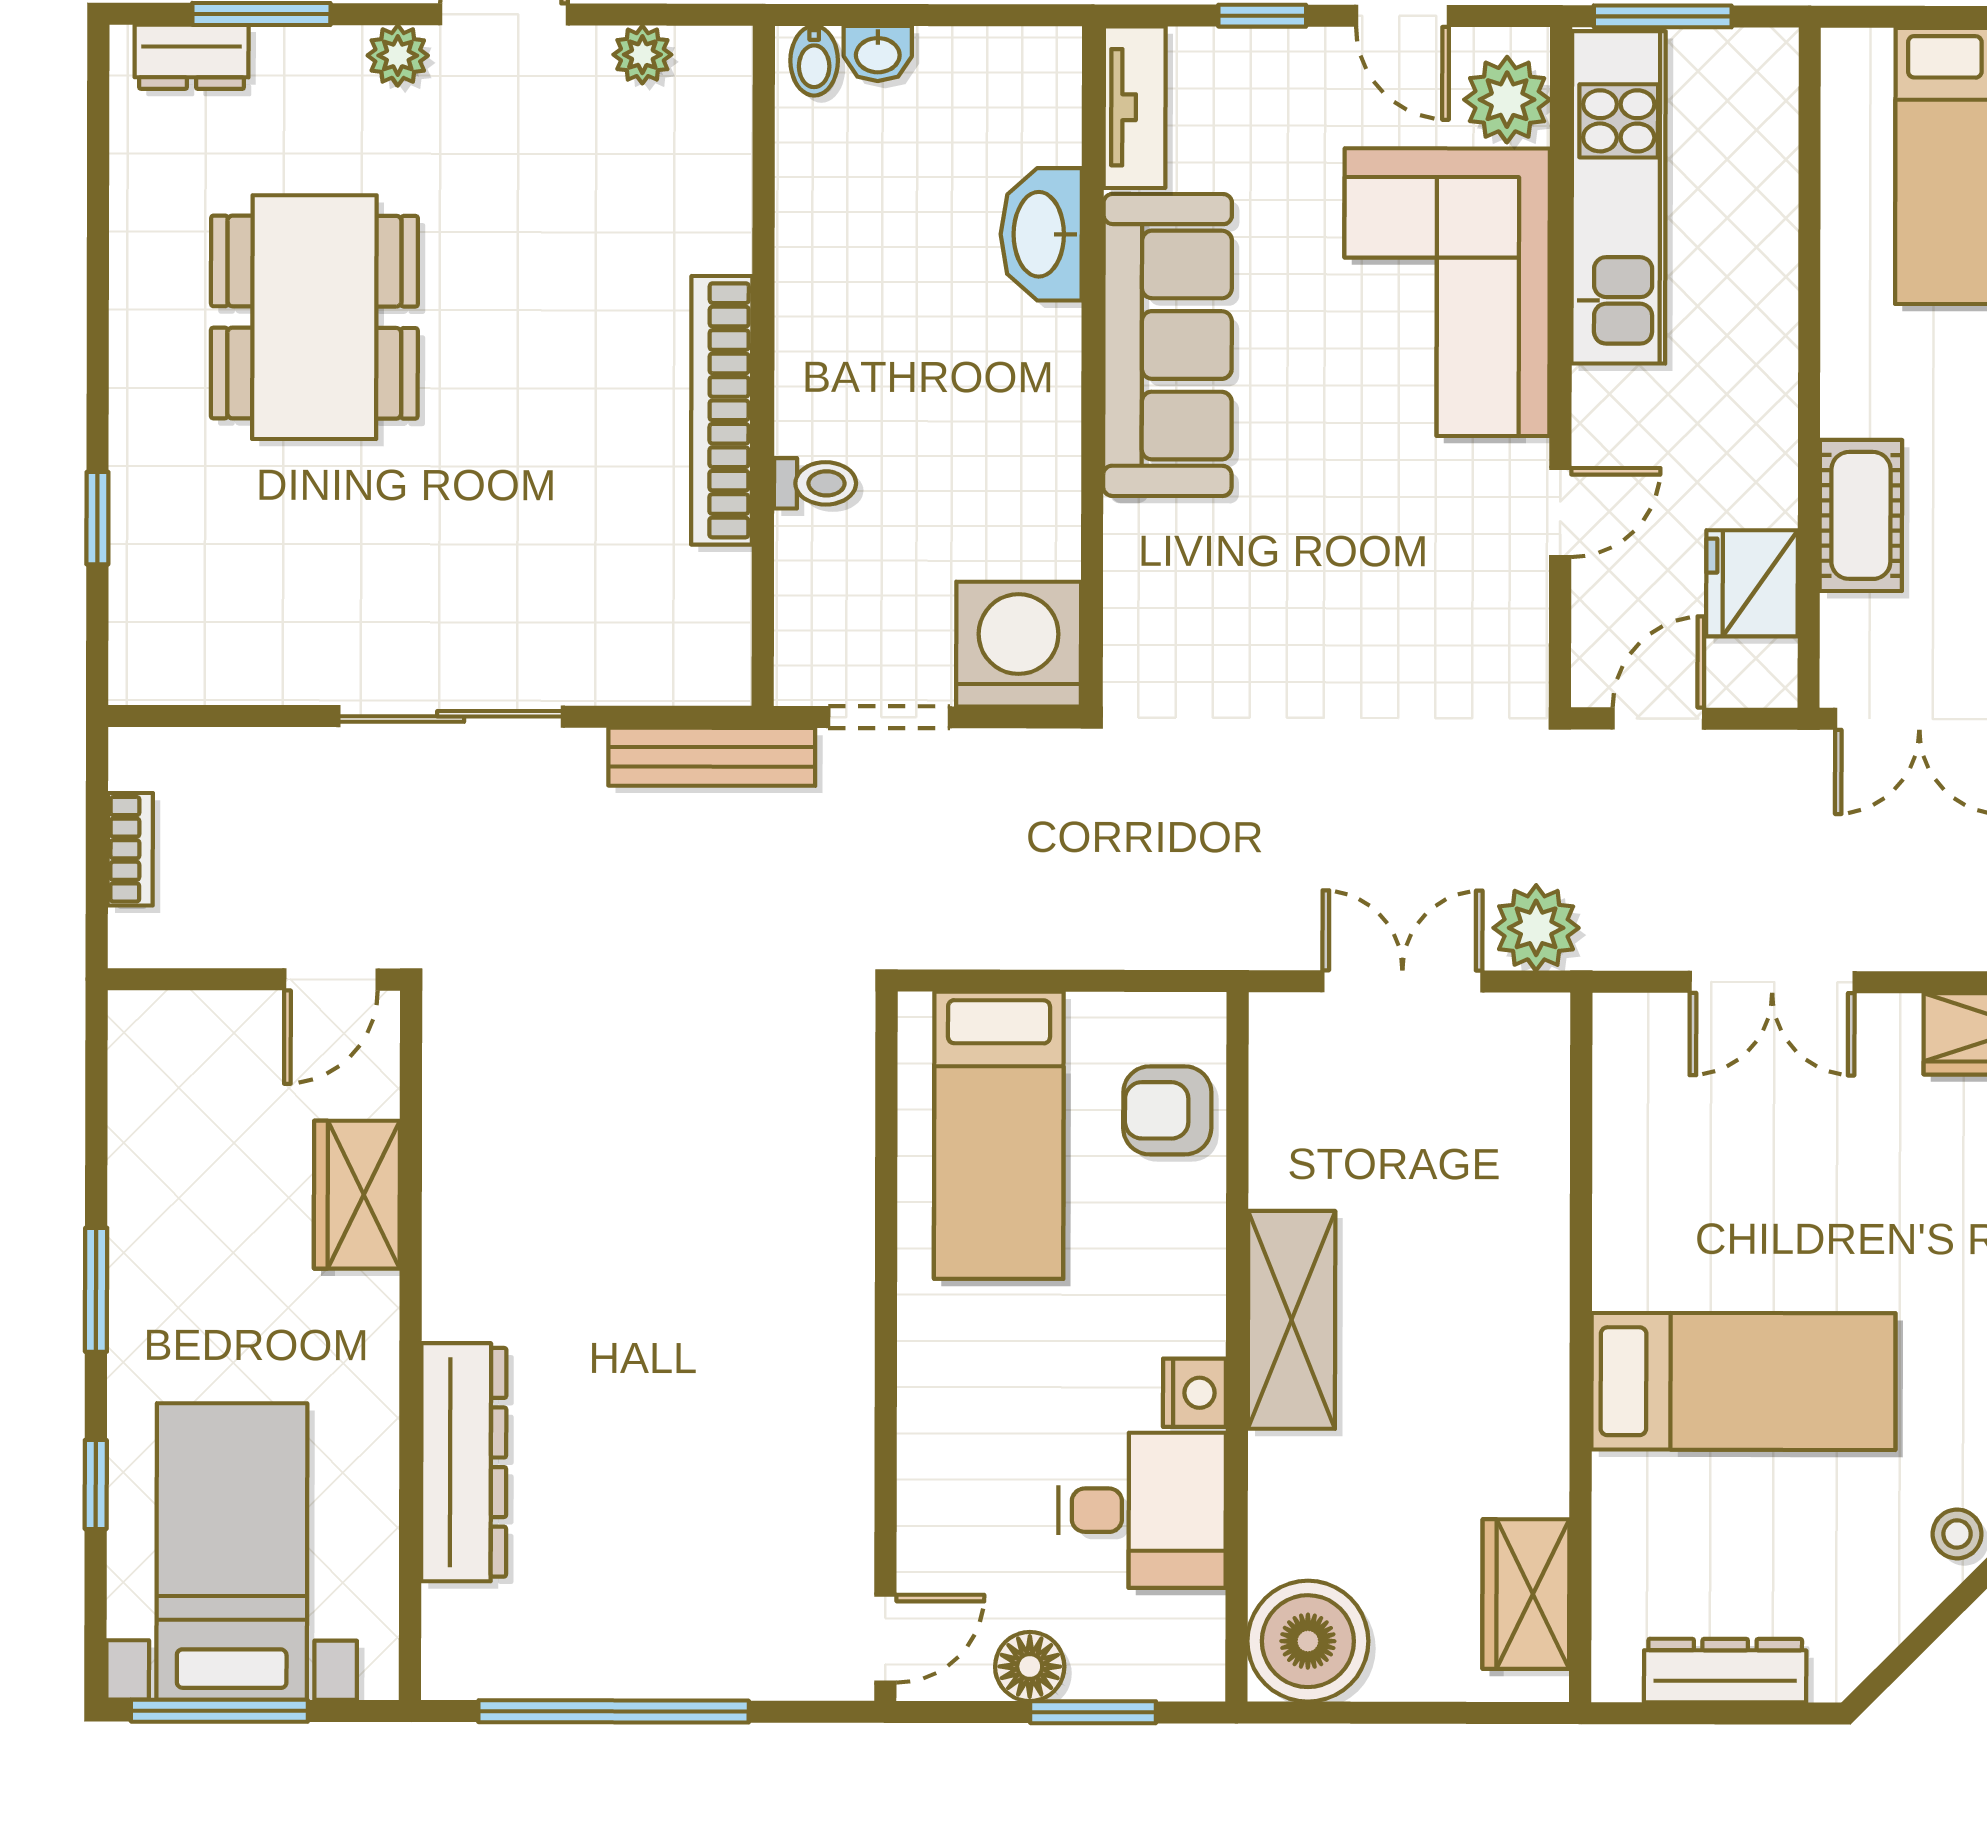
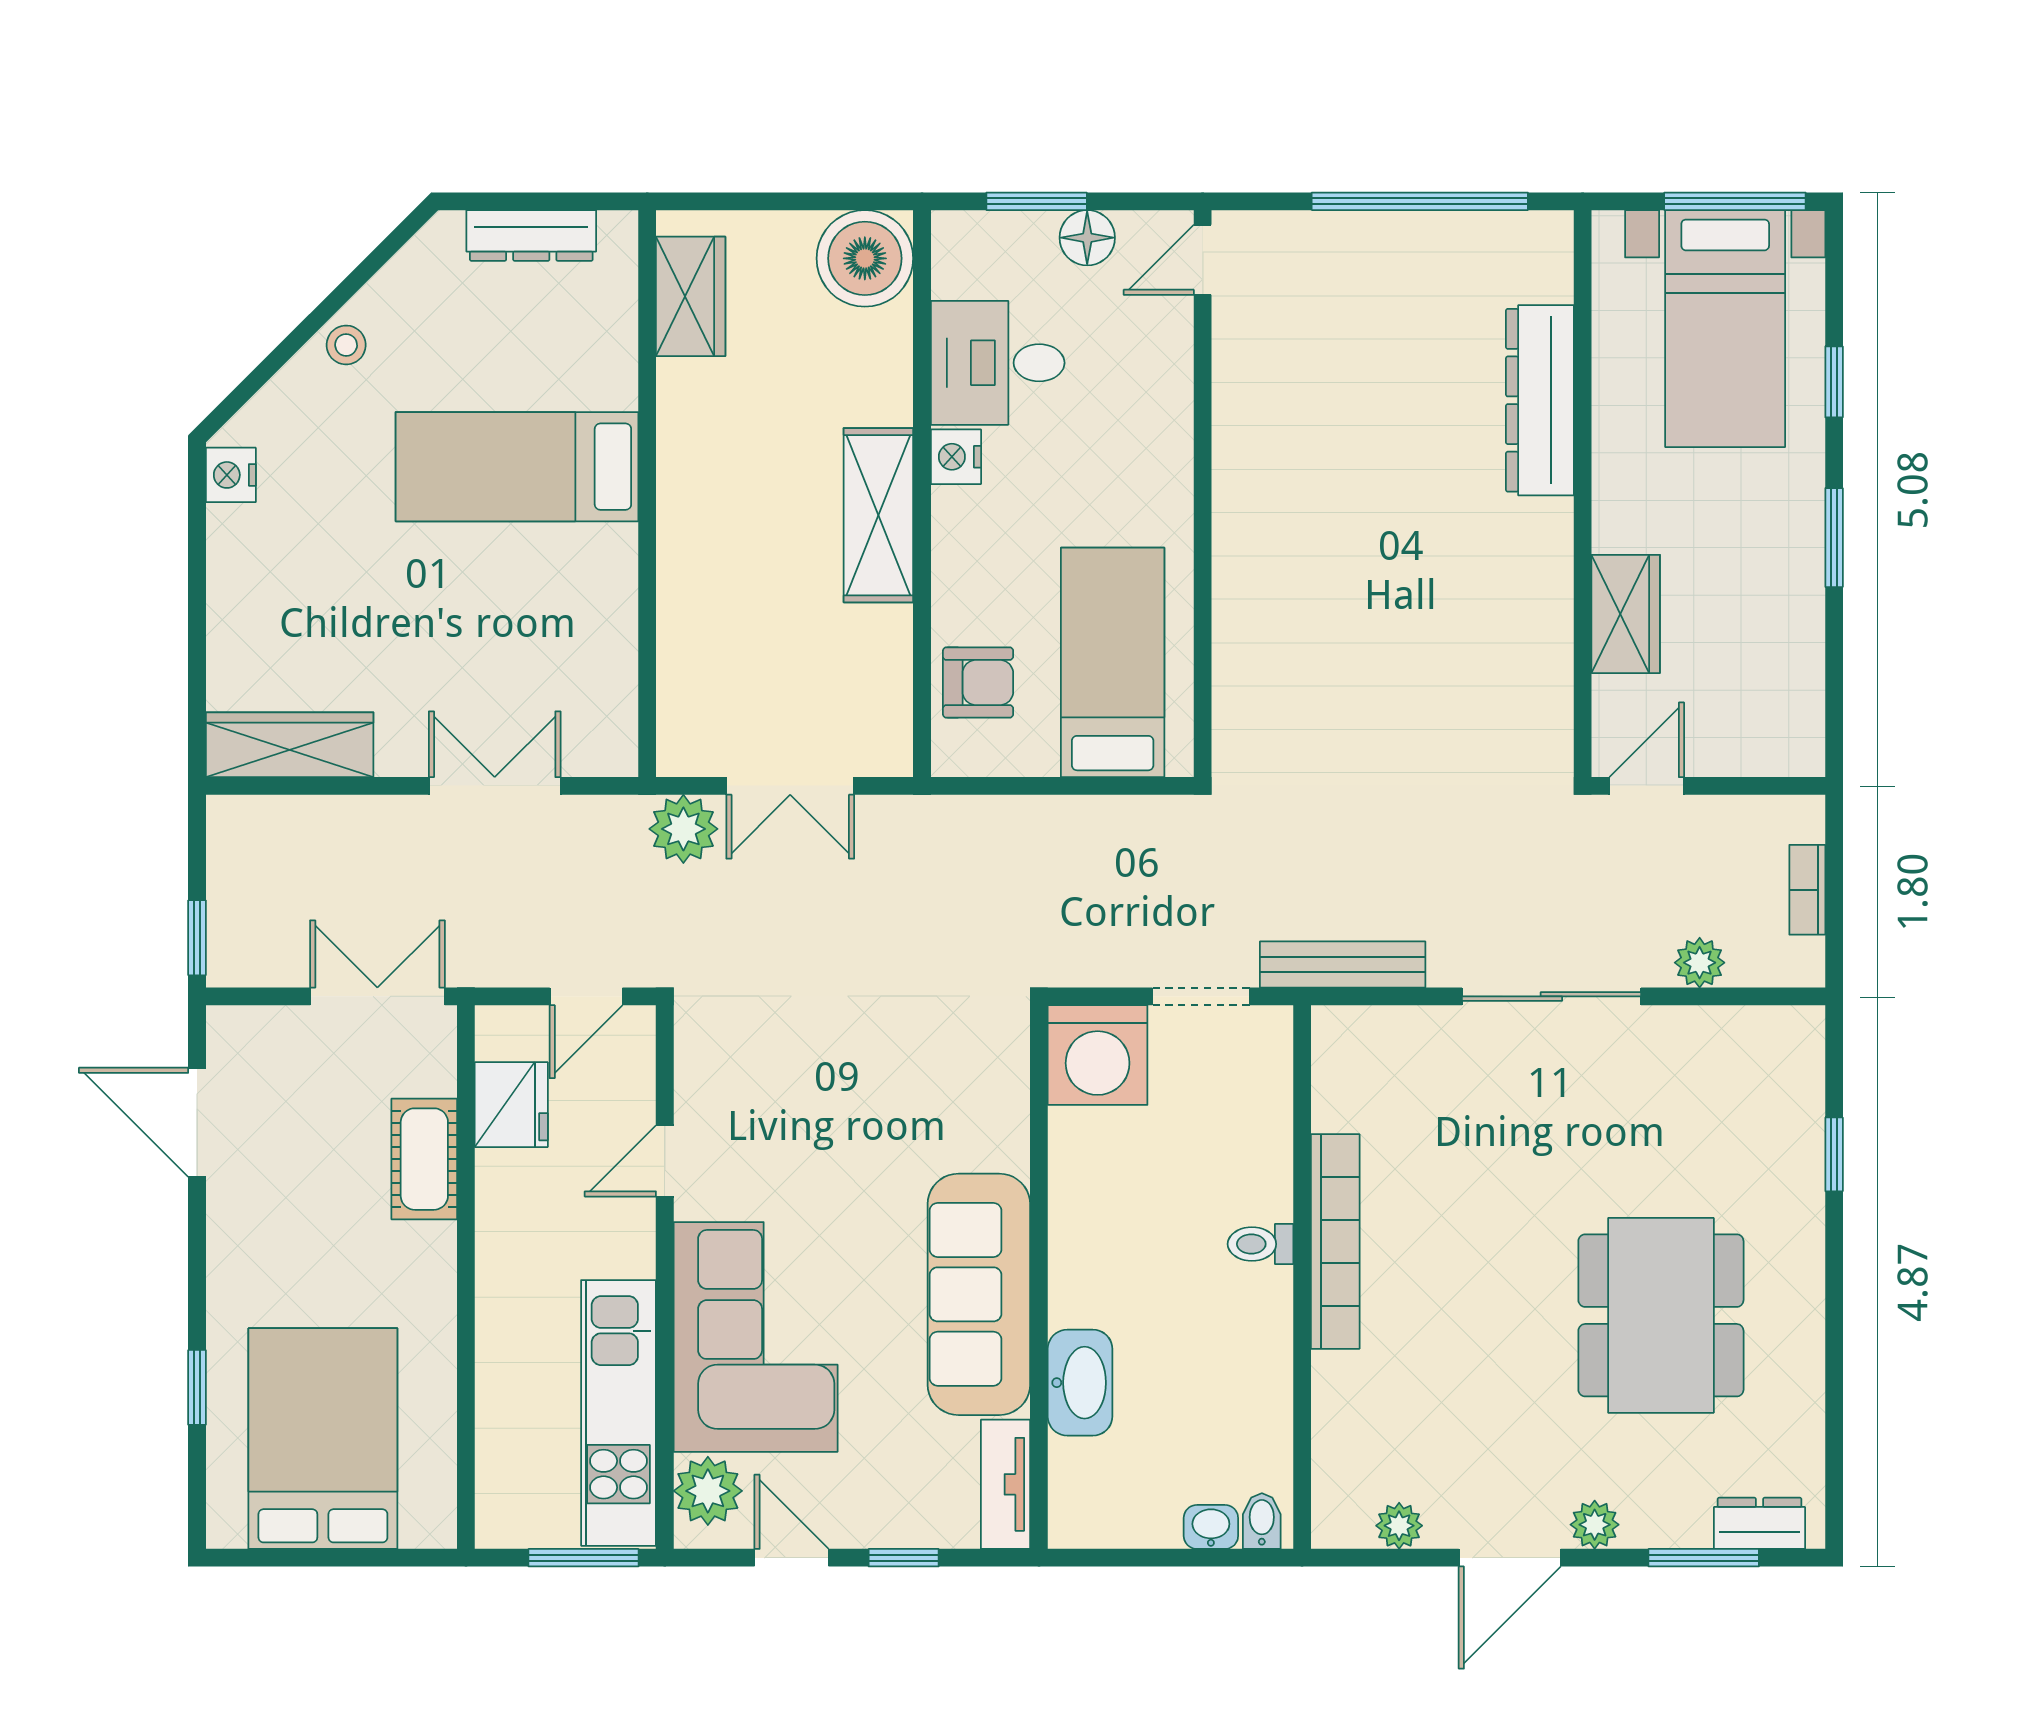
toilet: (815, 483) -> (1260, 1244), moved
plant: (265, 758) -> (1700, 963), added

